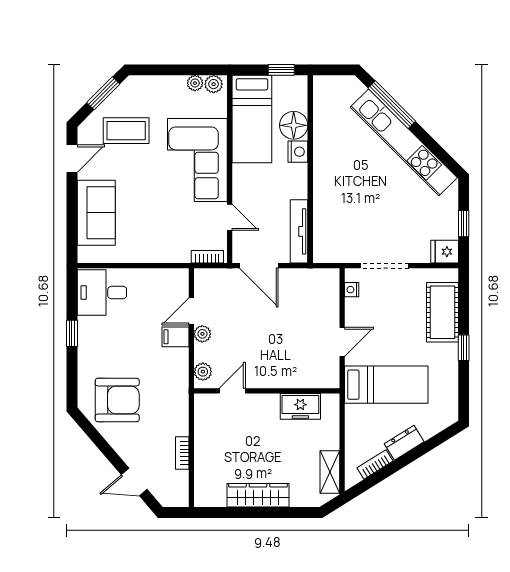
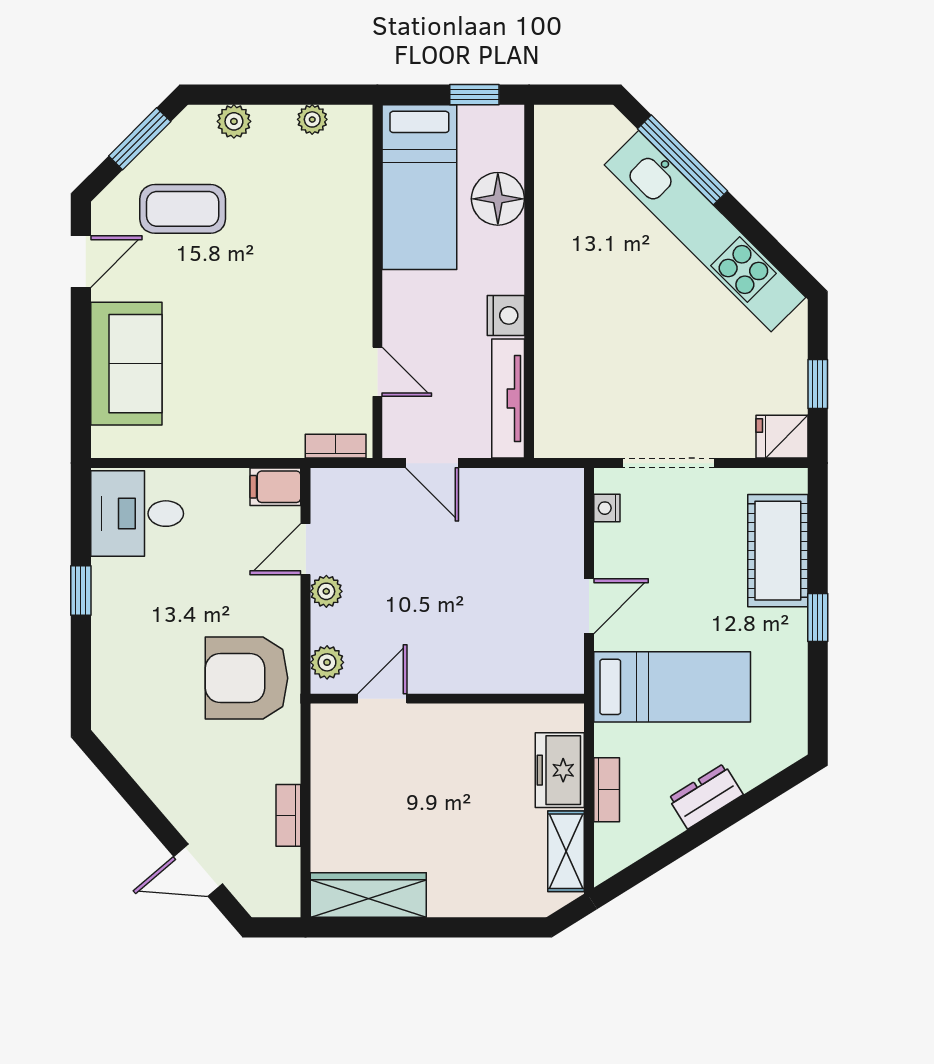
plant: (214, 84) -> (234, 121), moved
nightstand: (298, 152) -> (506, 315), moved
corner sofa: (197, 160) -> (317, 264), removed
door: (259, 266) -> (432, 463), width x0.73
filing cabinet: (175, 337) -> (275, 487), moved
armchair: (117, 400) -> (247, 678), moved, turned 180
freezer: (300, 406) -> (560, 770), moved, turned 90
bookcase: (375, 464) -> (607, 790), moved, turned 122
wardrobe: (258, 495) -> (368, 895), moved

